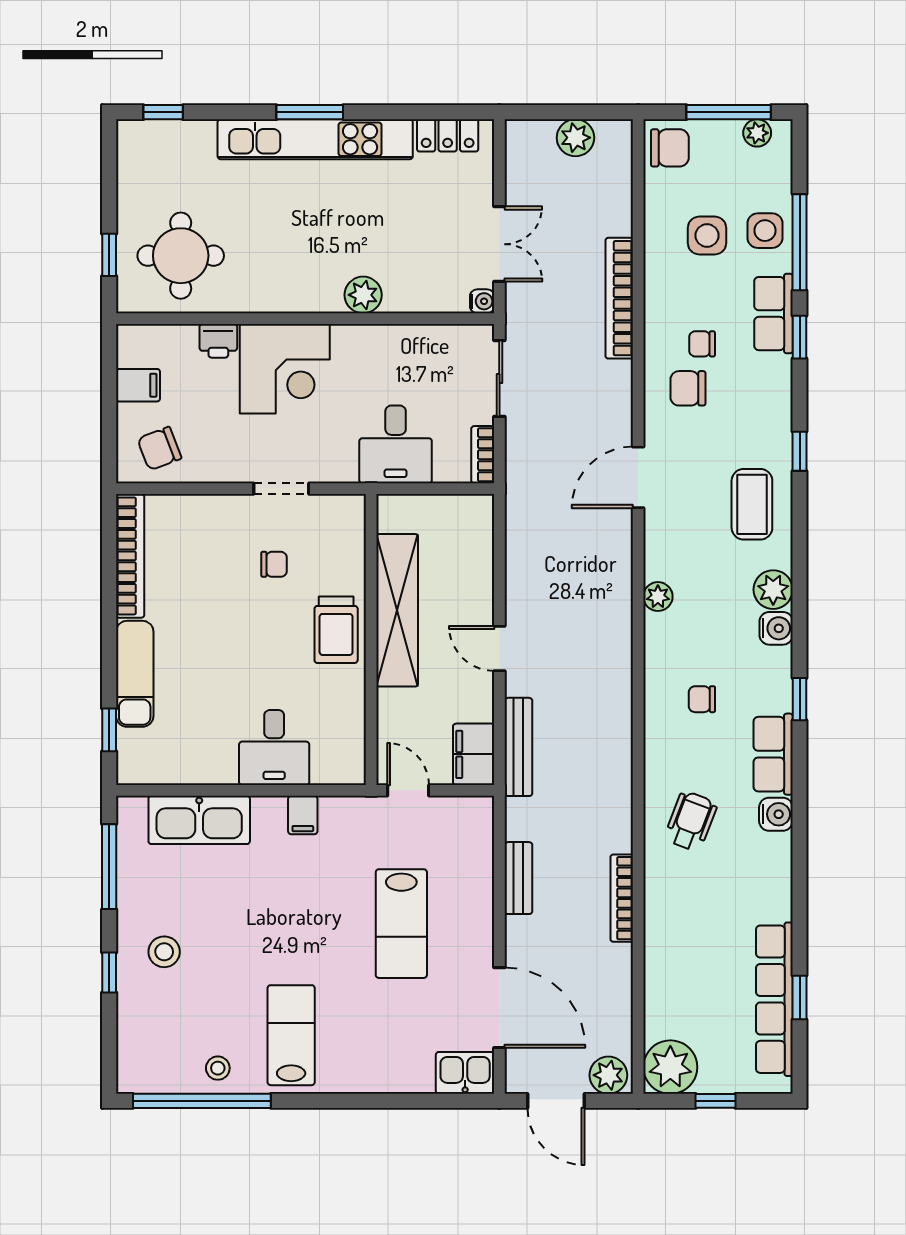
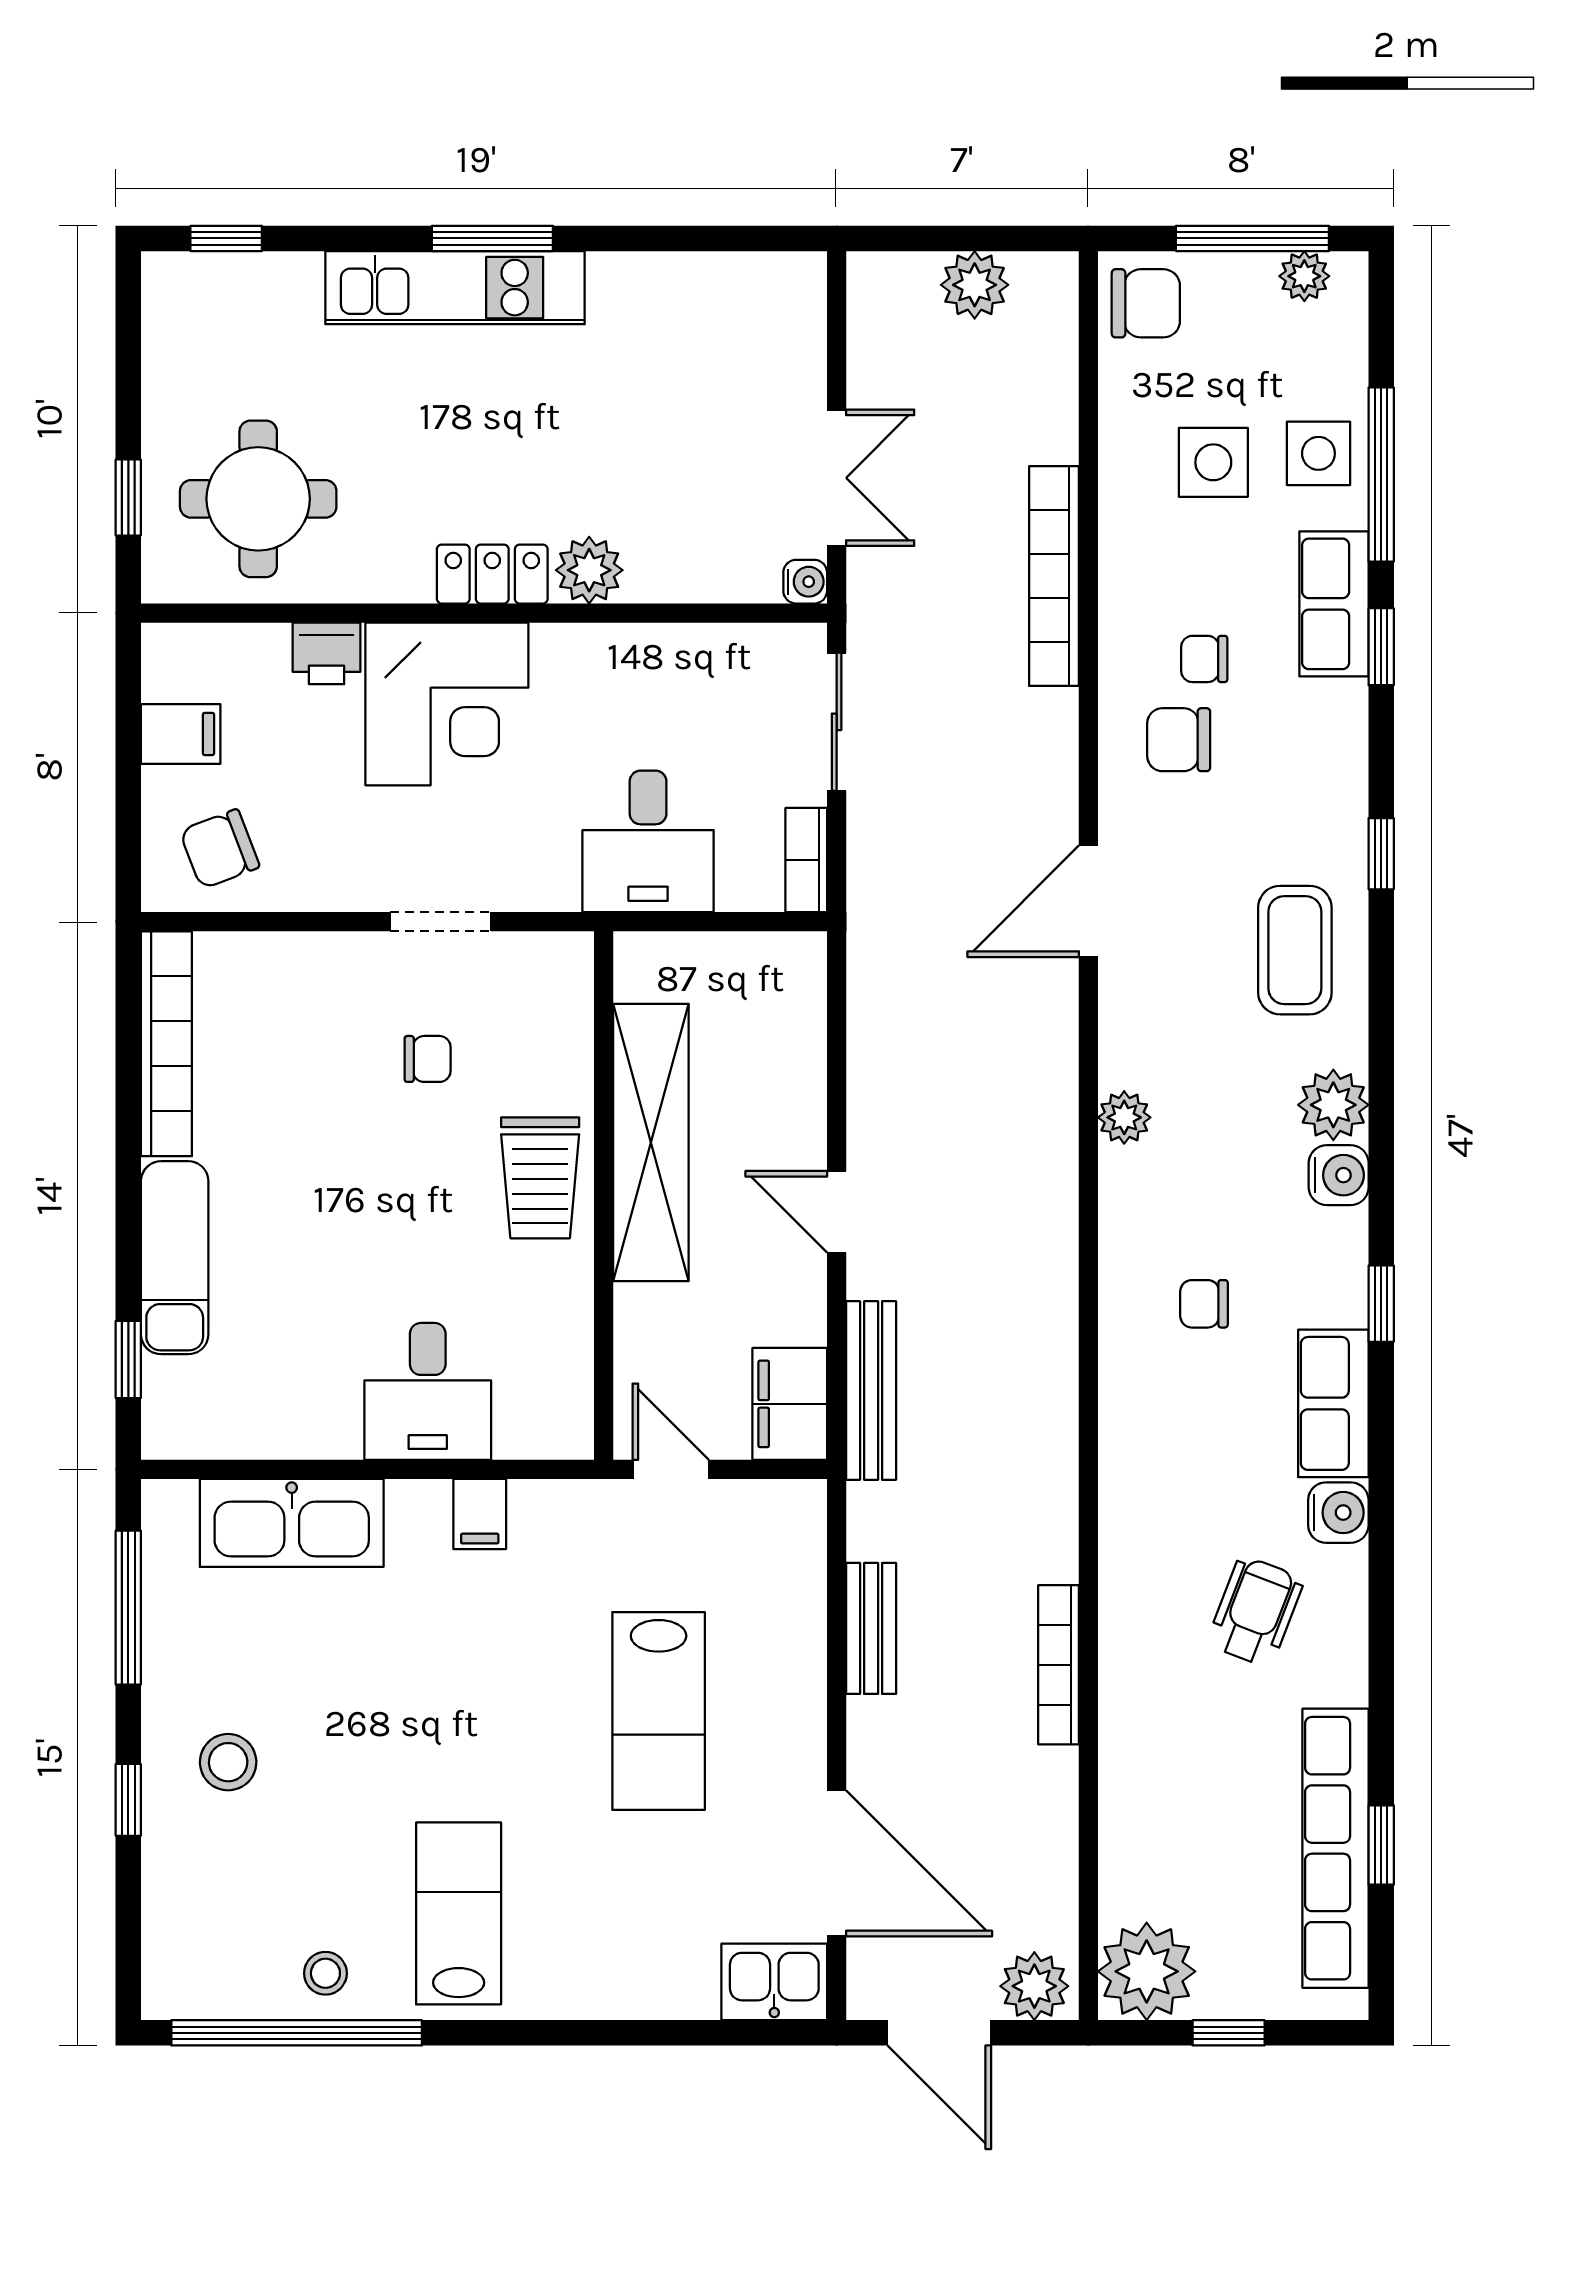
locker: (448, 135) -> (492, 574), moved, turned 180
kitchen unit: (315, 139) -> (455, 288), width x0.73
wheelchair: (691, 821) -> (1255, 1611), moved

